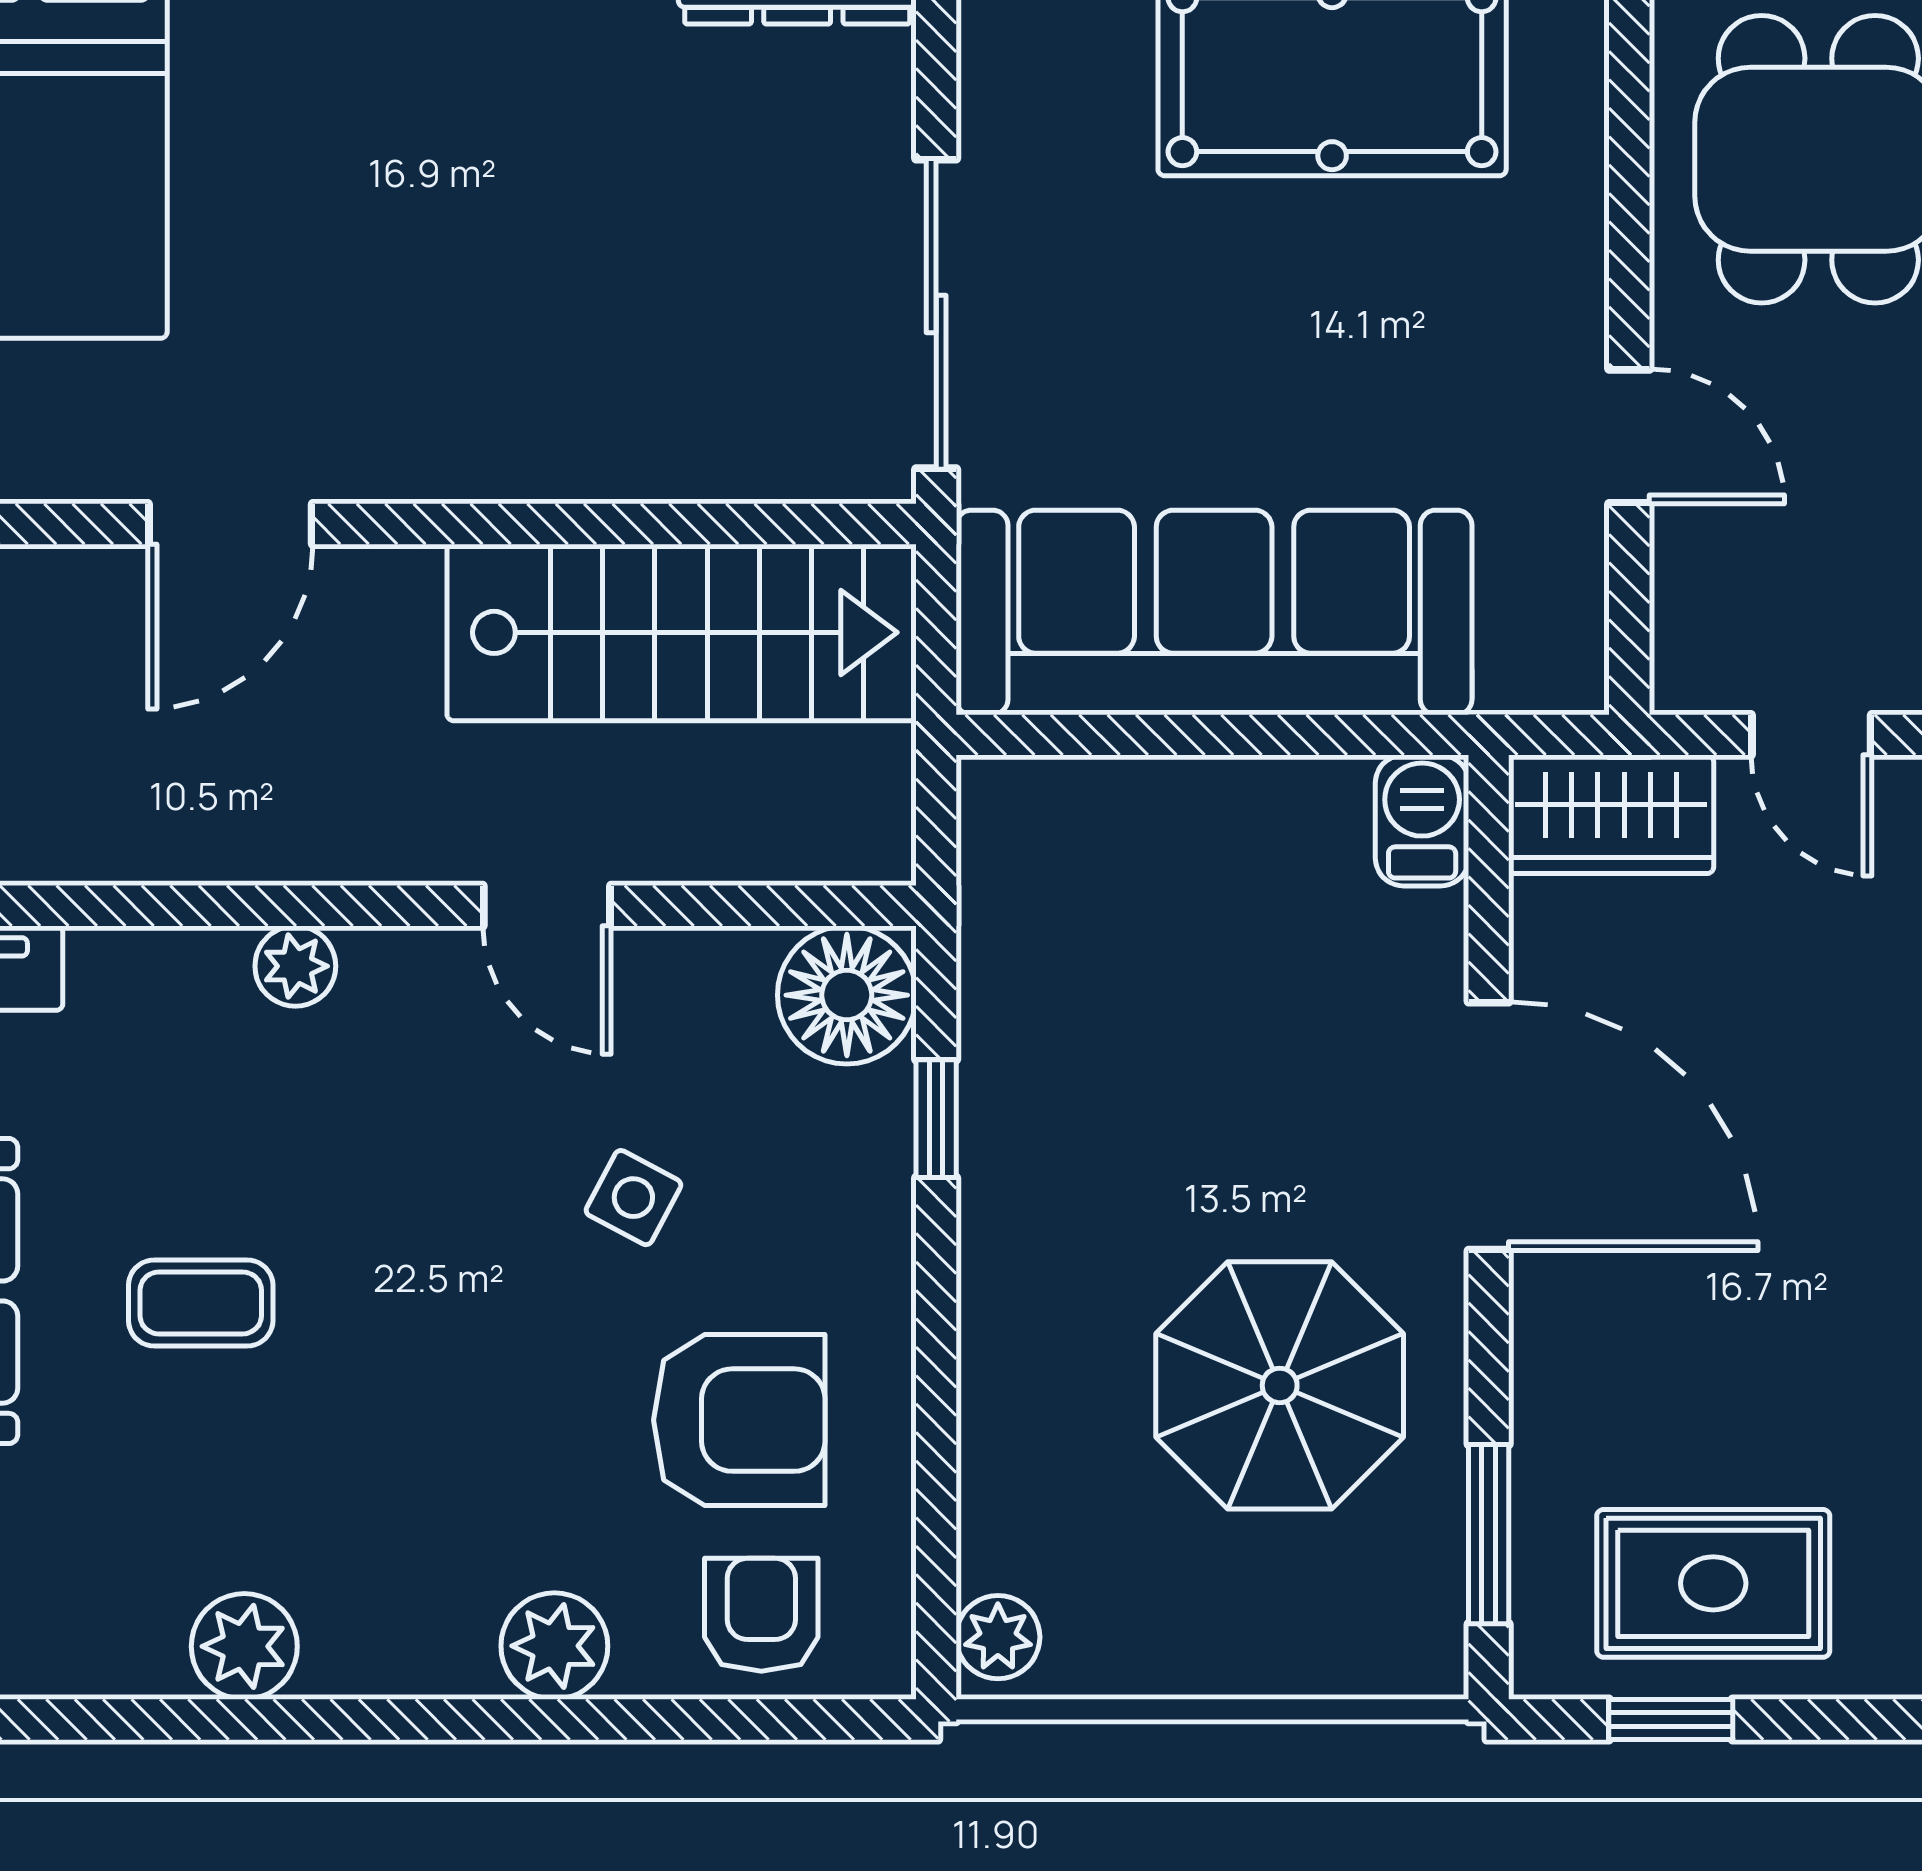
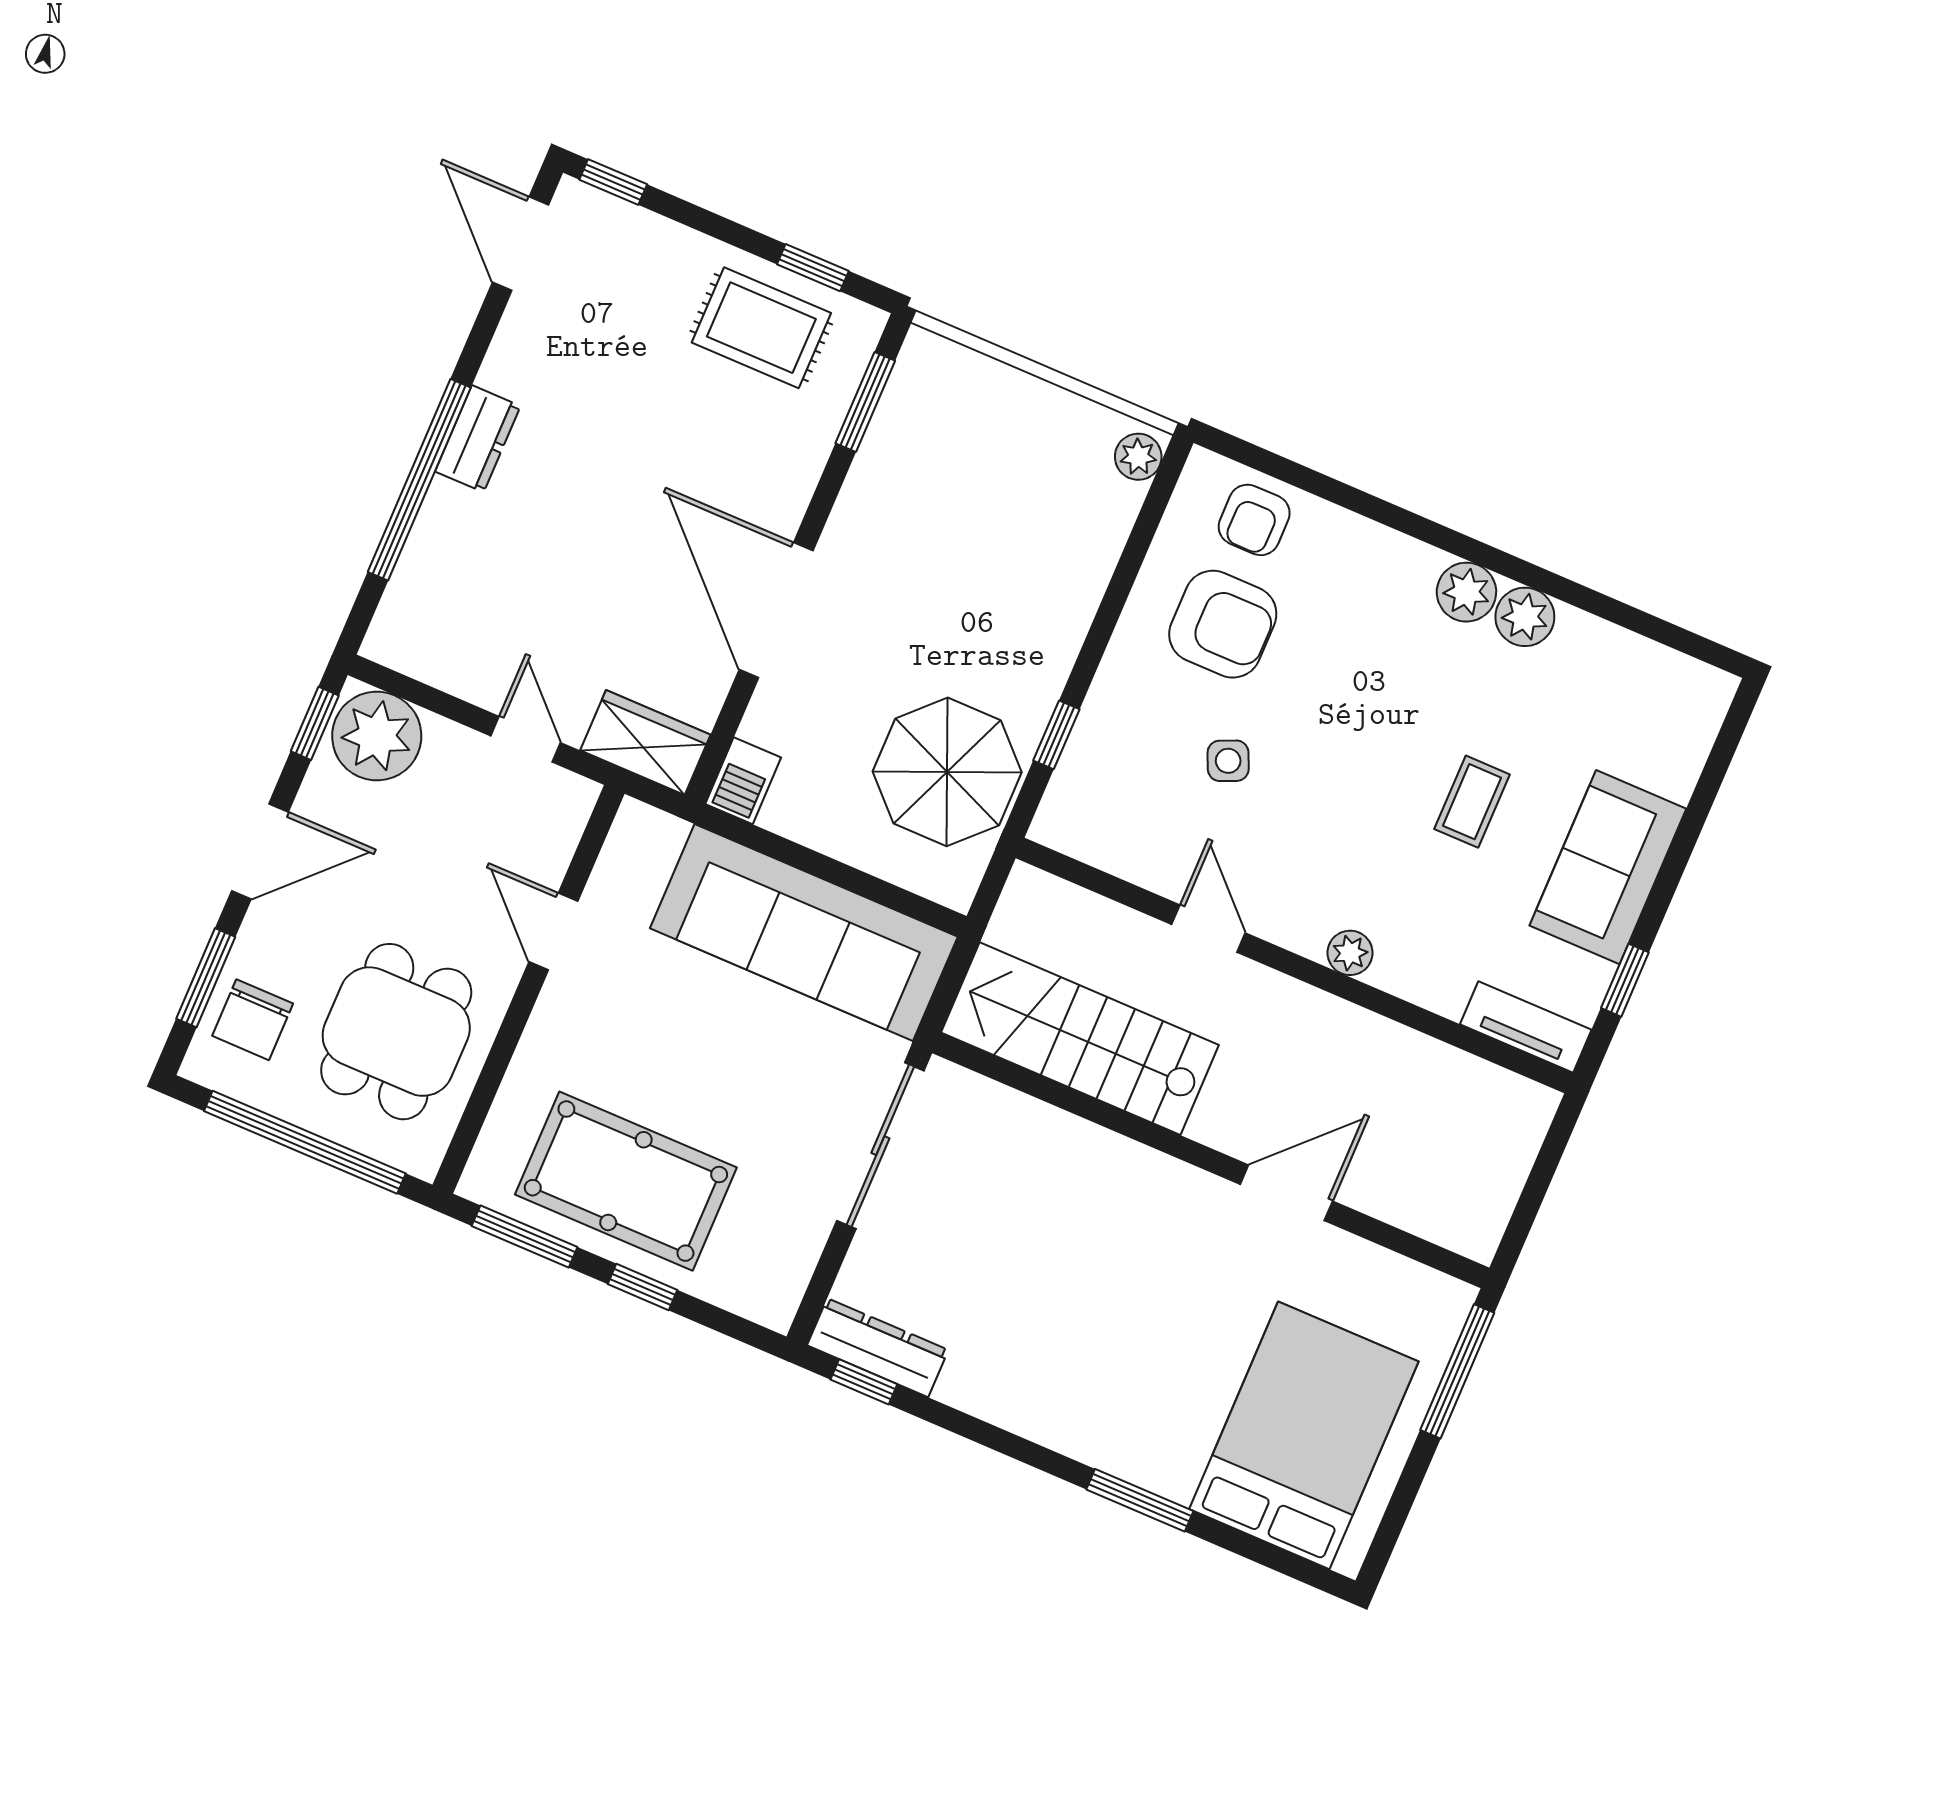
floor lamp: (847, 995) -> (1075, 818), removed
side table: (633, 1198) -> (1228, 761), turned 38
coffee table: (201, 1303) -> (1472, 802), turned 90
parasol: (1280, 1385) -> (947, 772), moved
armchair: (739, 1420) -> (1223, 624), turned 180
plant: (554, 1646) -> (1466, 592), moved

